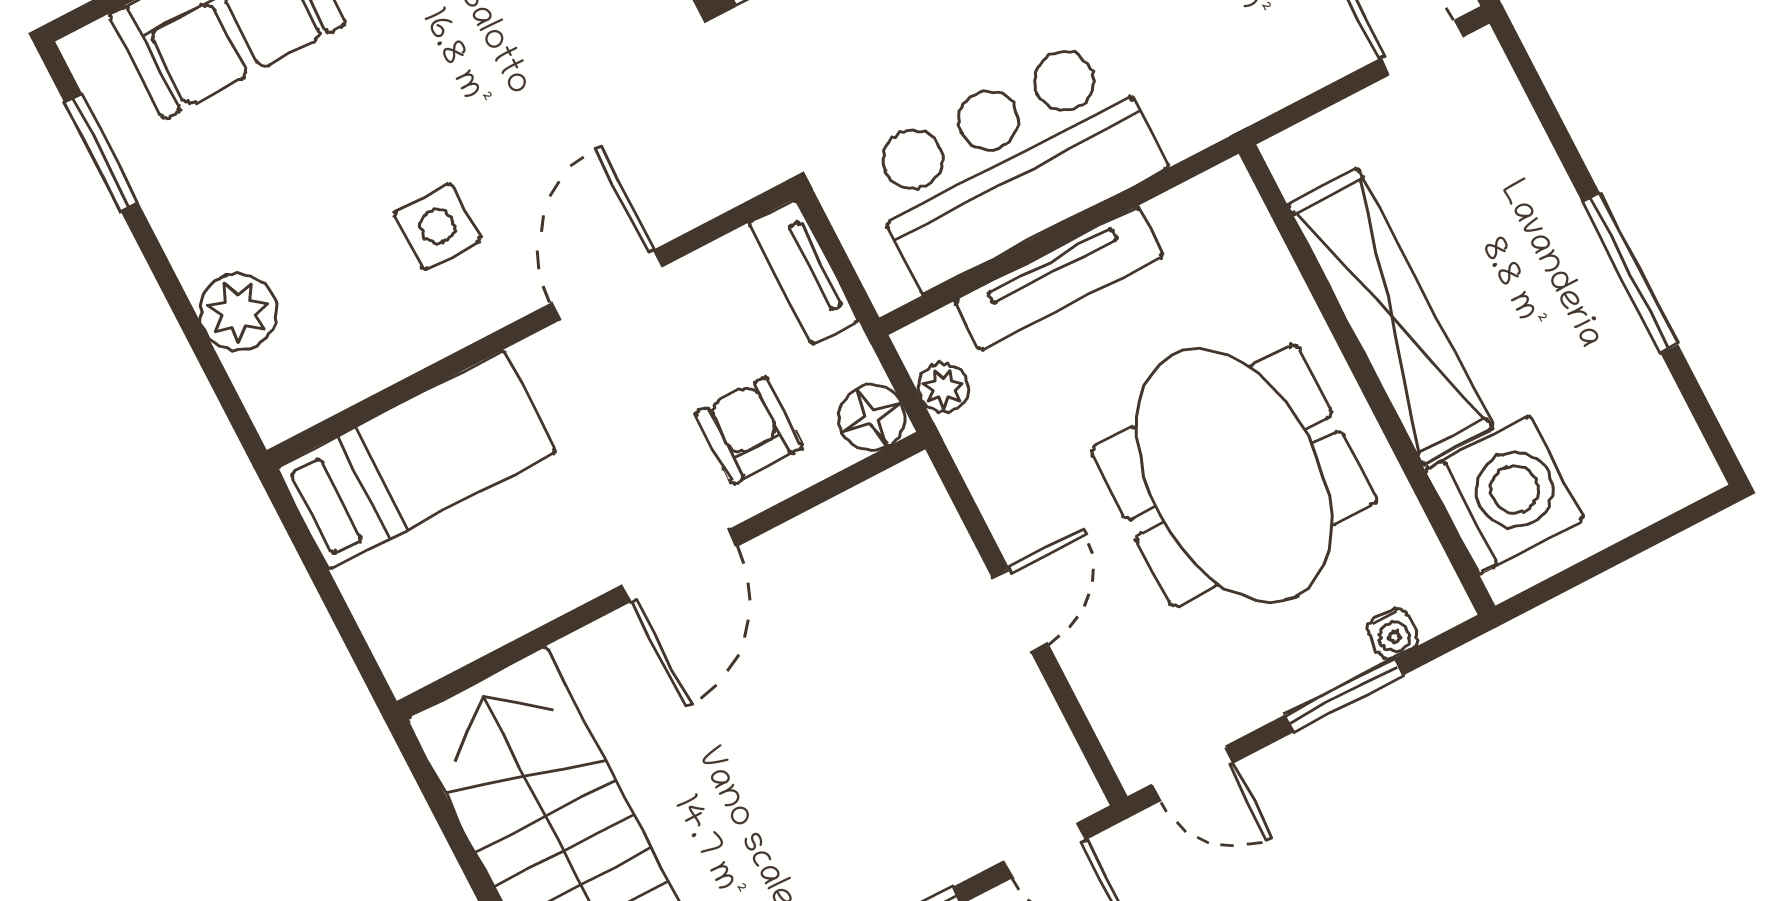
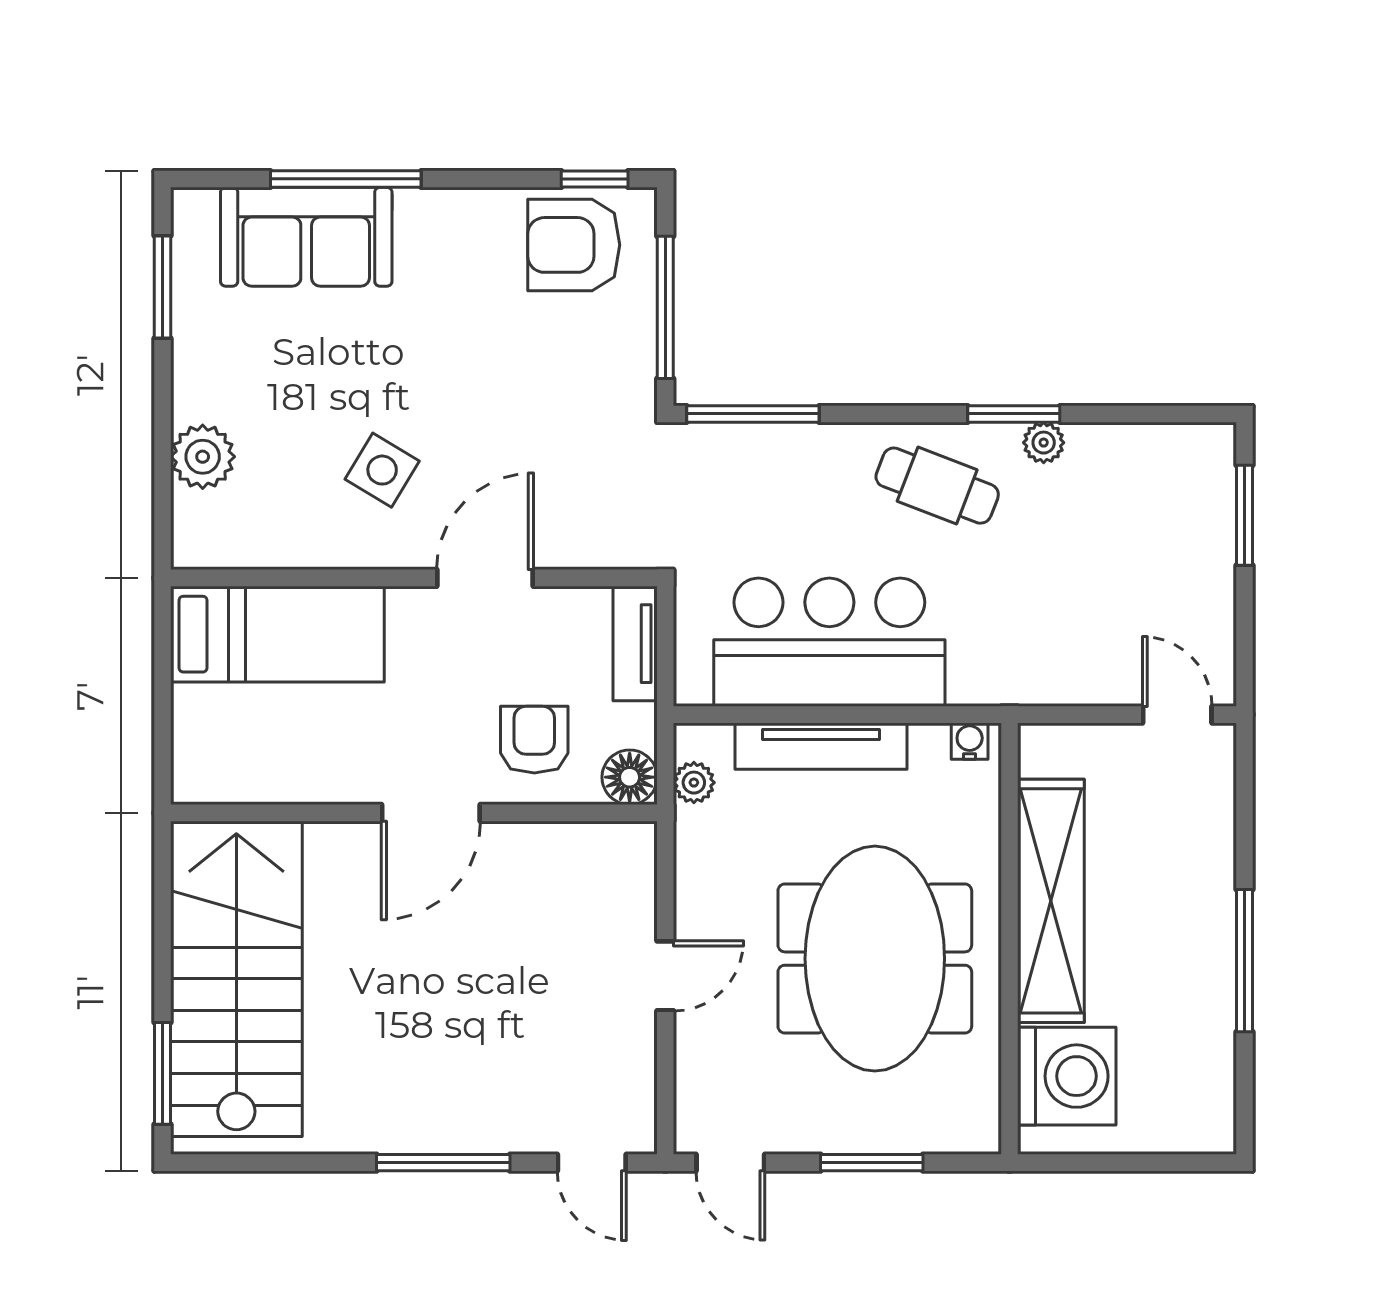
side table: (437, 227) -> (382, 470), turned 31
water cooler: (1393, 634) -> (970, 741), moved, turned 180

